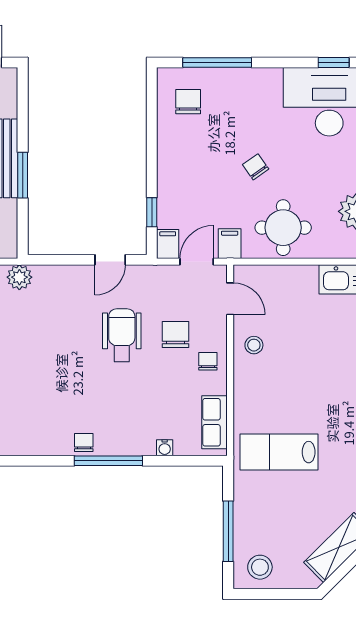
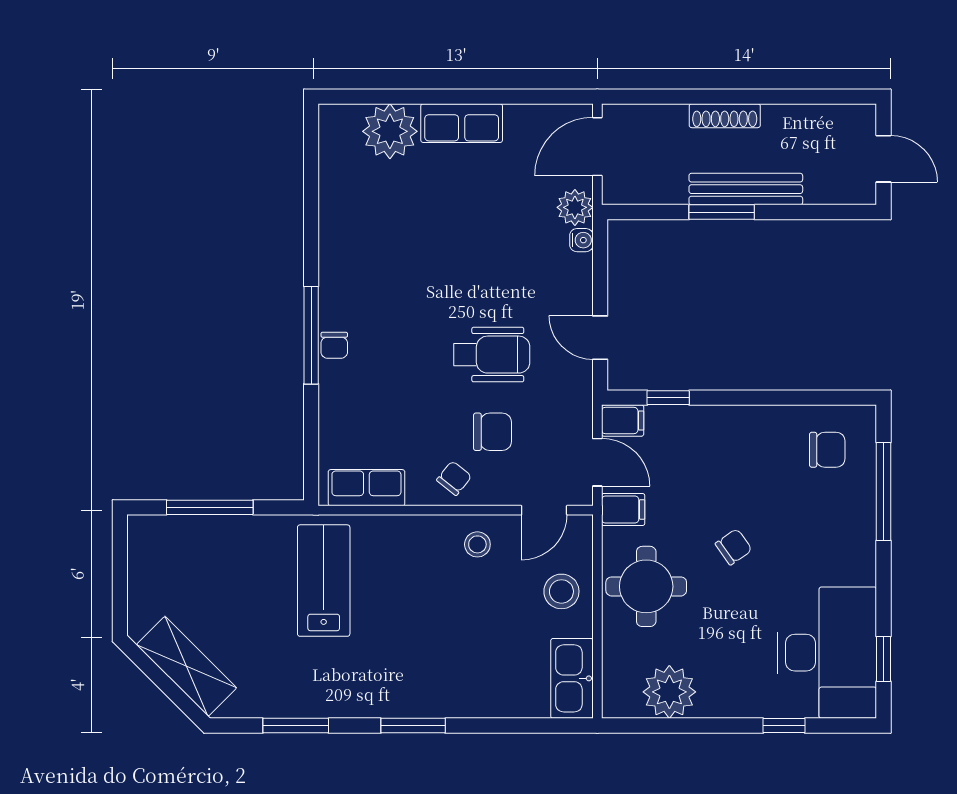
chair: (208, 361) -> (454, 478), turned -51
chair: (84, 442) -> (334, 345), moved, turned 90
water cooler: (165, 448) -> (581, 240), moved, turned 180
stool: (260, 567) -> (561, 591), moved

